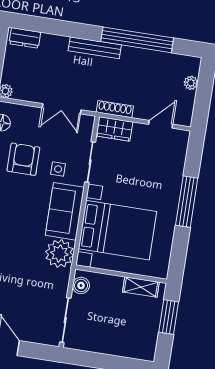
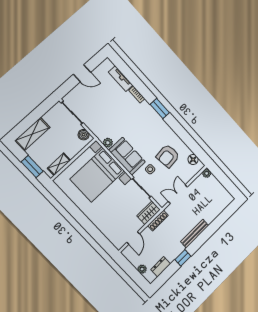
dresser: (25, 38) -> (161, 267), moved
window: (137, 40) -> (183, 258), width x0.32
armchair: (23, 159) -> (168, 156), turned 83
window: (187, 202) -> (84, 222), removed
plant: (59, 254) -> (108, 143), width x0.53, depth x0.53
shelving: (129, 347) -> (32, 134), added

